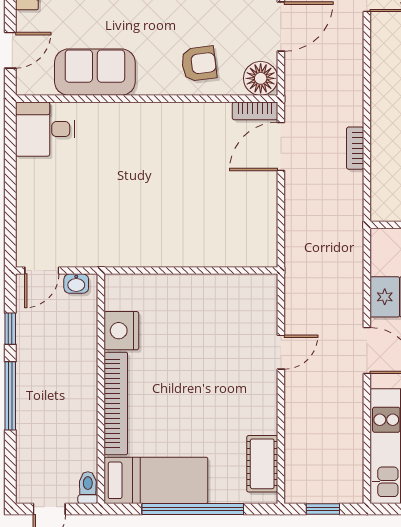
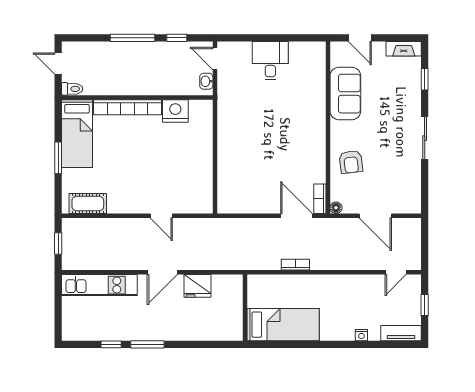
floor lamp: (261, 78) -> (336, 208), width x0.53, depth x0.53
desk: (45, 129) -> (270, 61), moved
window: (193, 509) -> (58, 158), width x0.47

